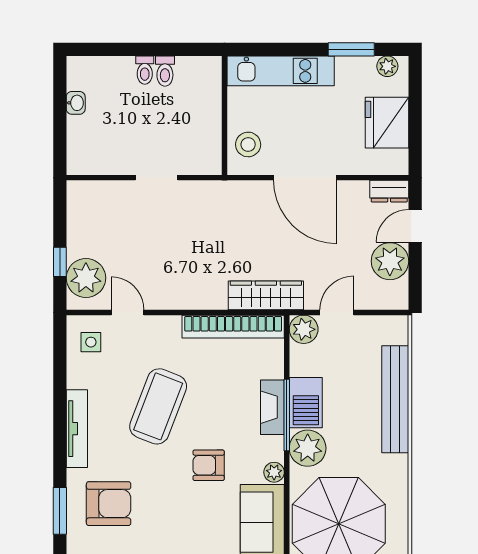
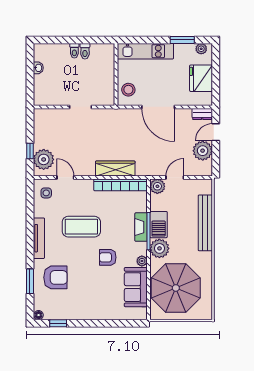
wardrobe: (266, 295) -> (115, 169), moved
coffee table: (158, 406) -> (81, 227), turned 69

